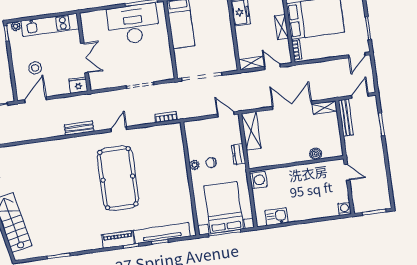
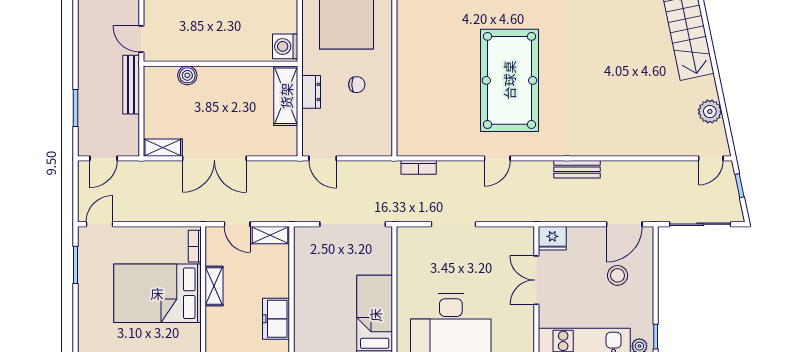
bench: (346, 118) -> (131, 85), moved
bench: (79, 128) -> (577, 169), moved
shelving: (251, 131) -> (286, 96), moved
plant: (194, 165) -> (384, 85), removed

